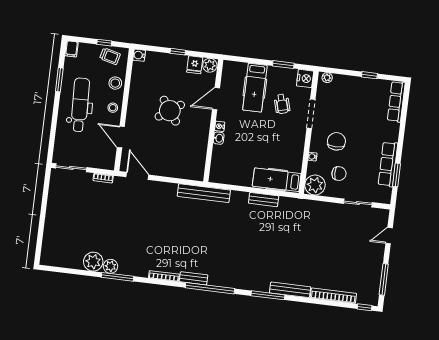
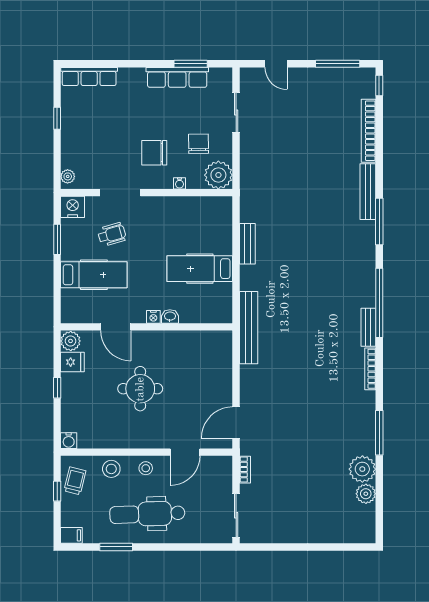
round table: (170, 111) -> (140, 389), turned 35
hospital bed: (277, 180) -> (200, 269), moved, turned 90
plant: (110, 266) -> (366, 494), moved

